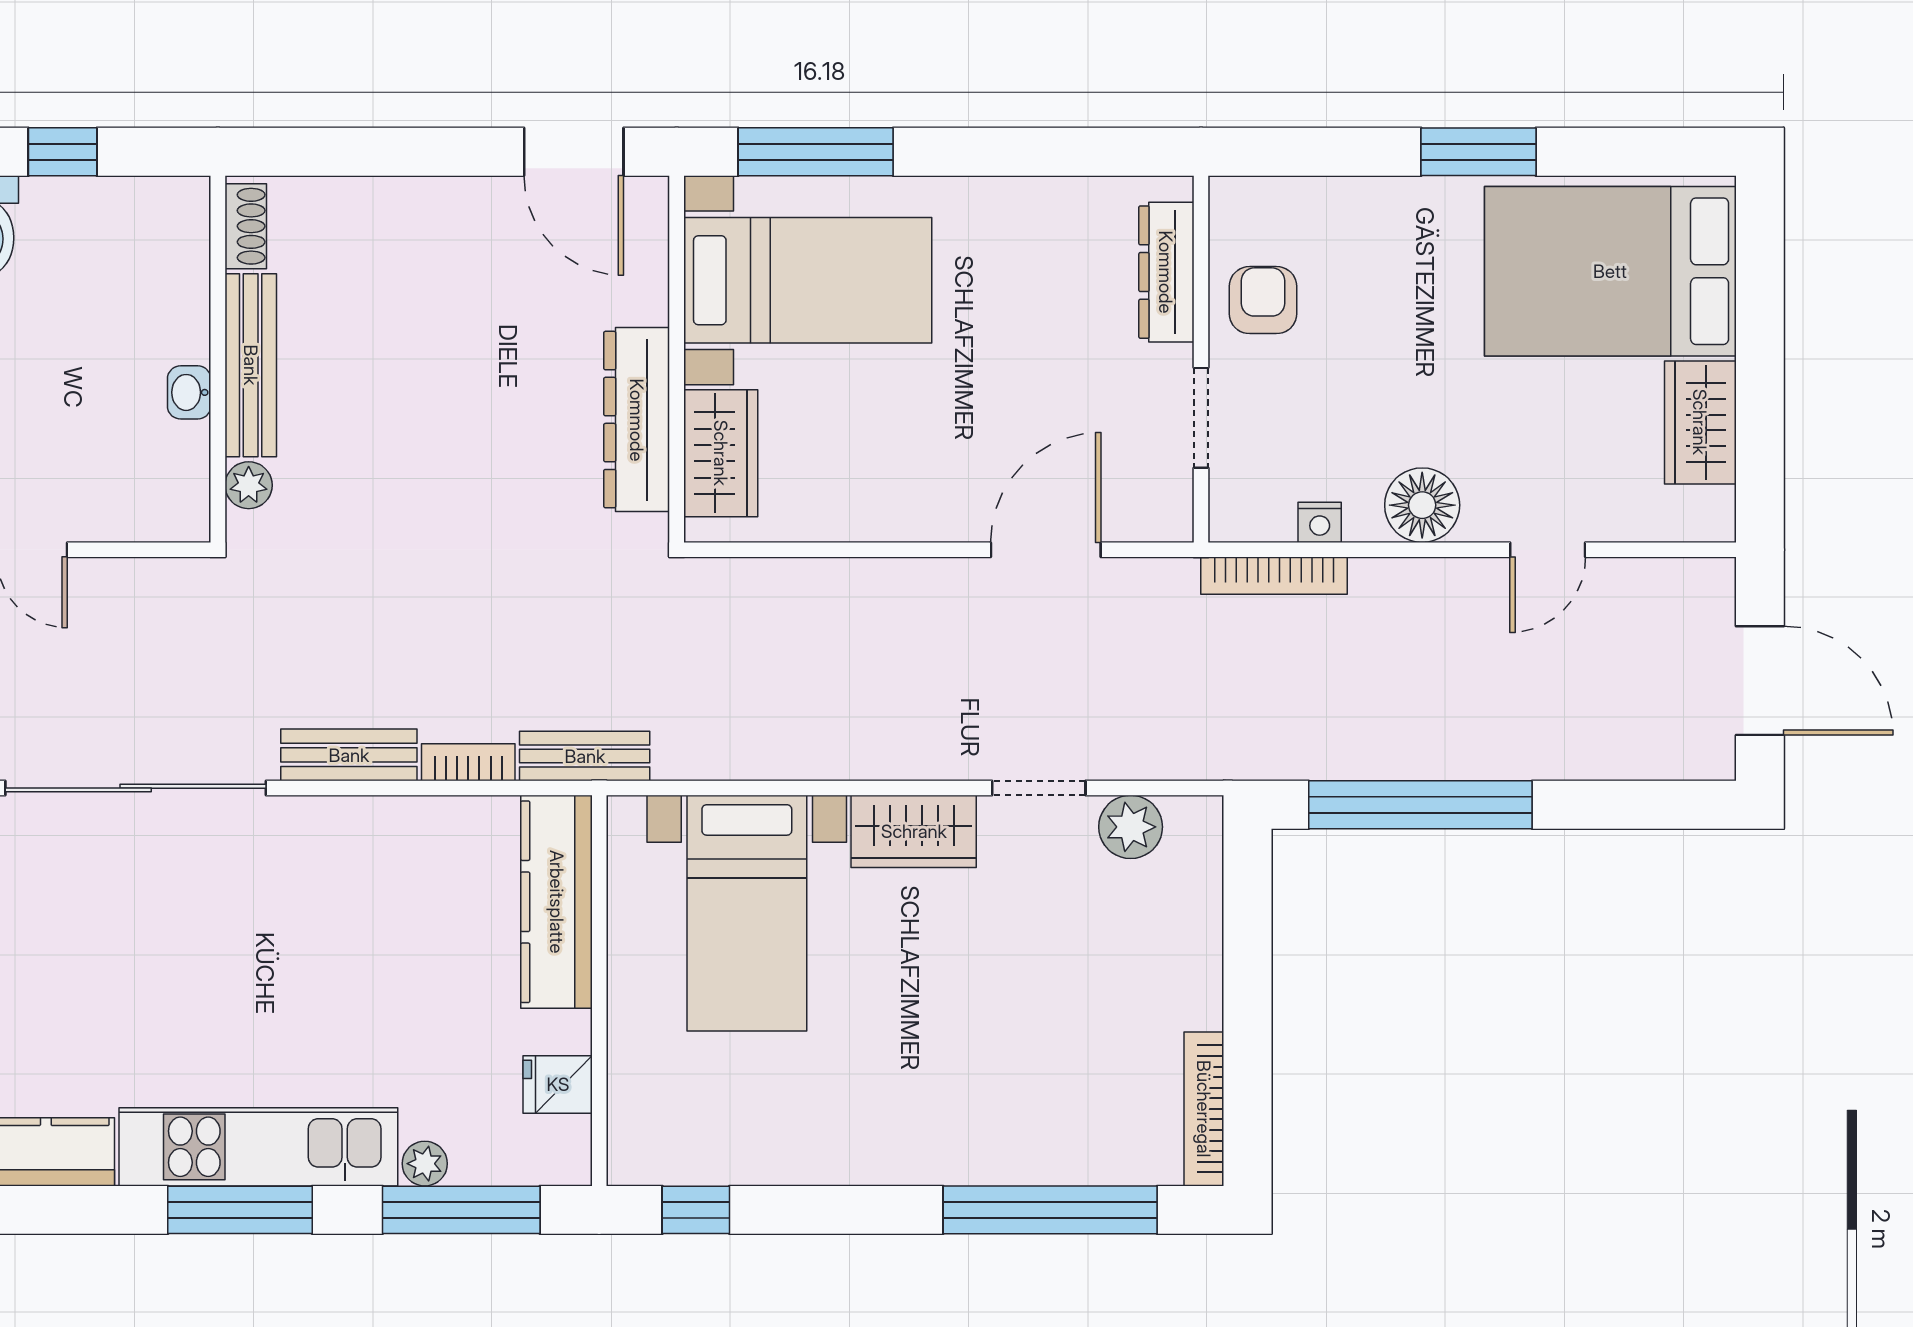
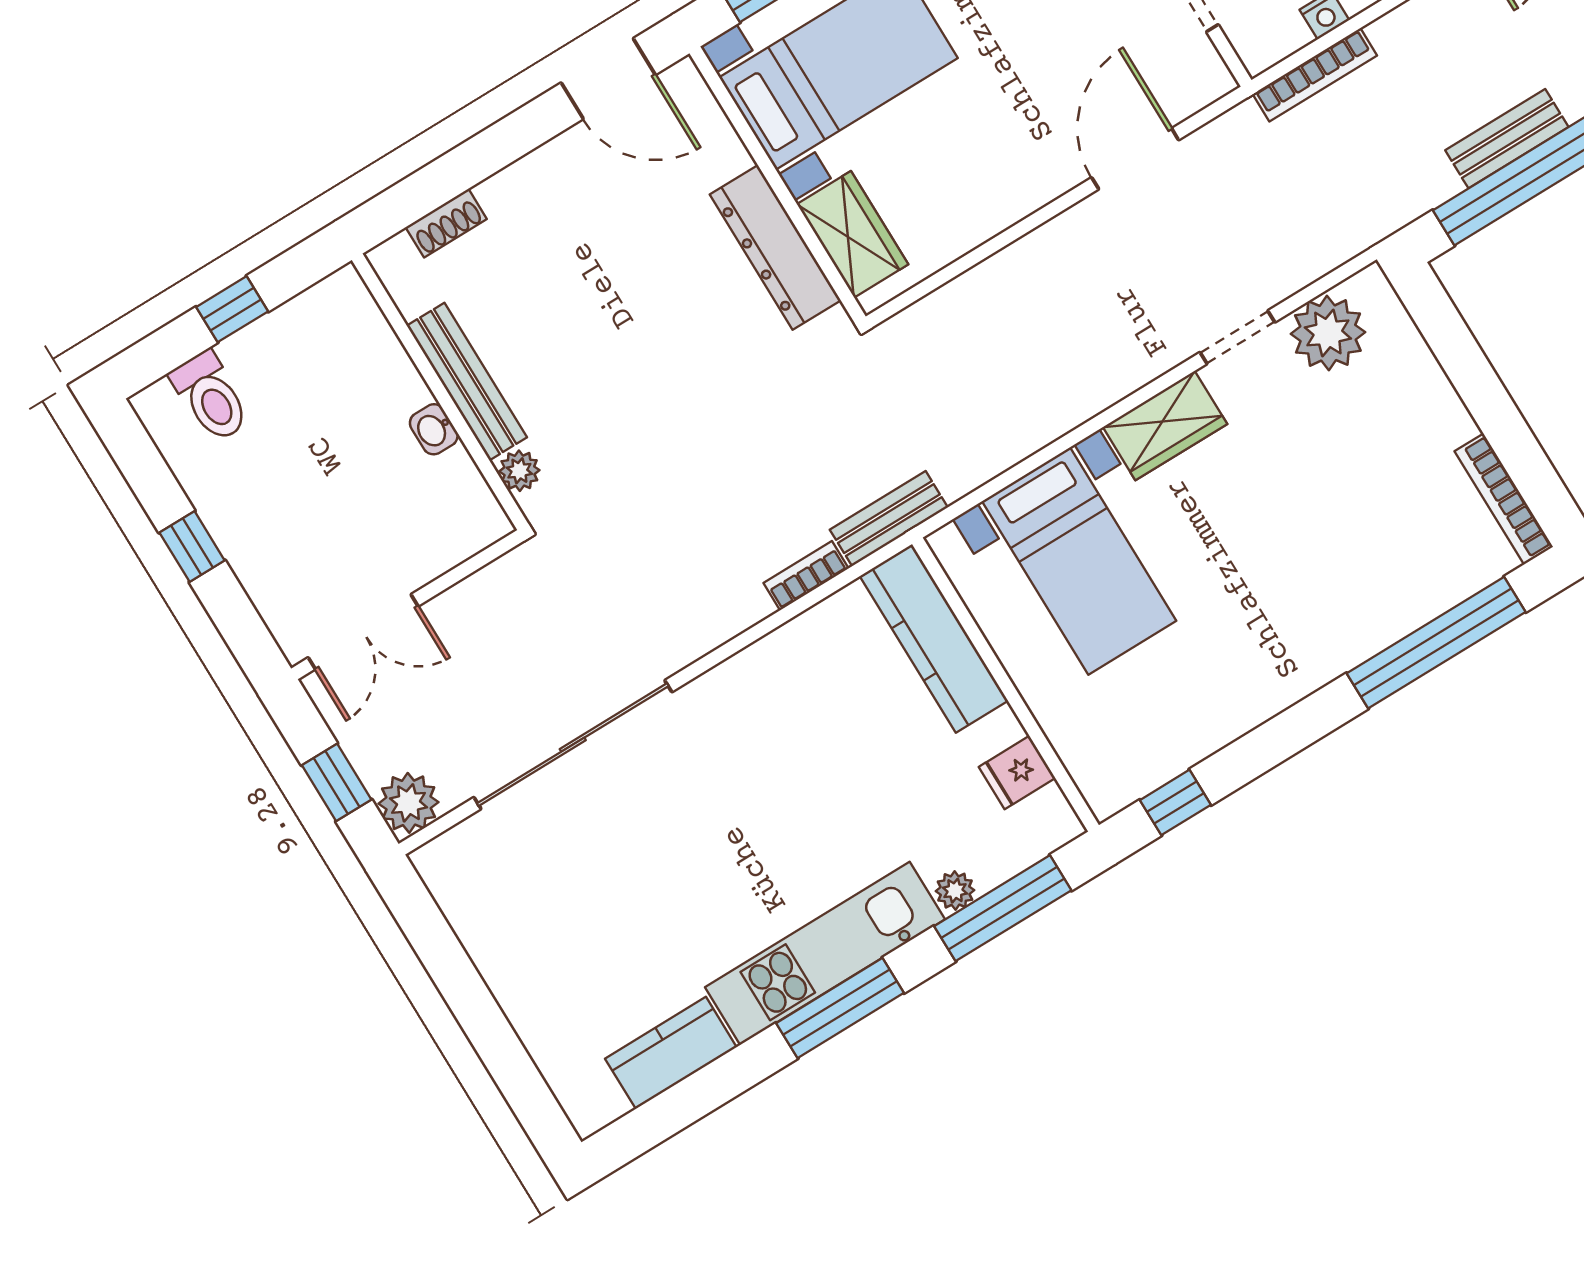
shoe rack: (246, 226) -> (446, 223), moved, turned 90
bench: (349, 755) -> (1507, 139), moved
plant: (1131, 827) -> (1328, 333), width x1.36, depth x1.36

